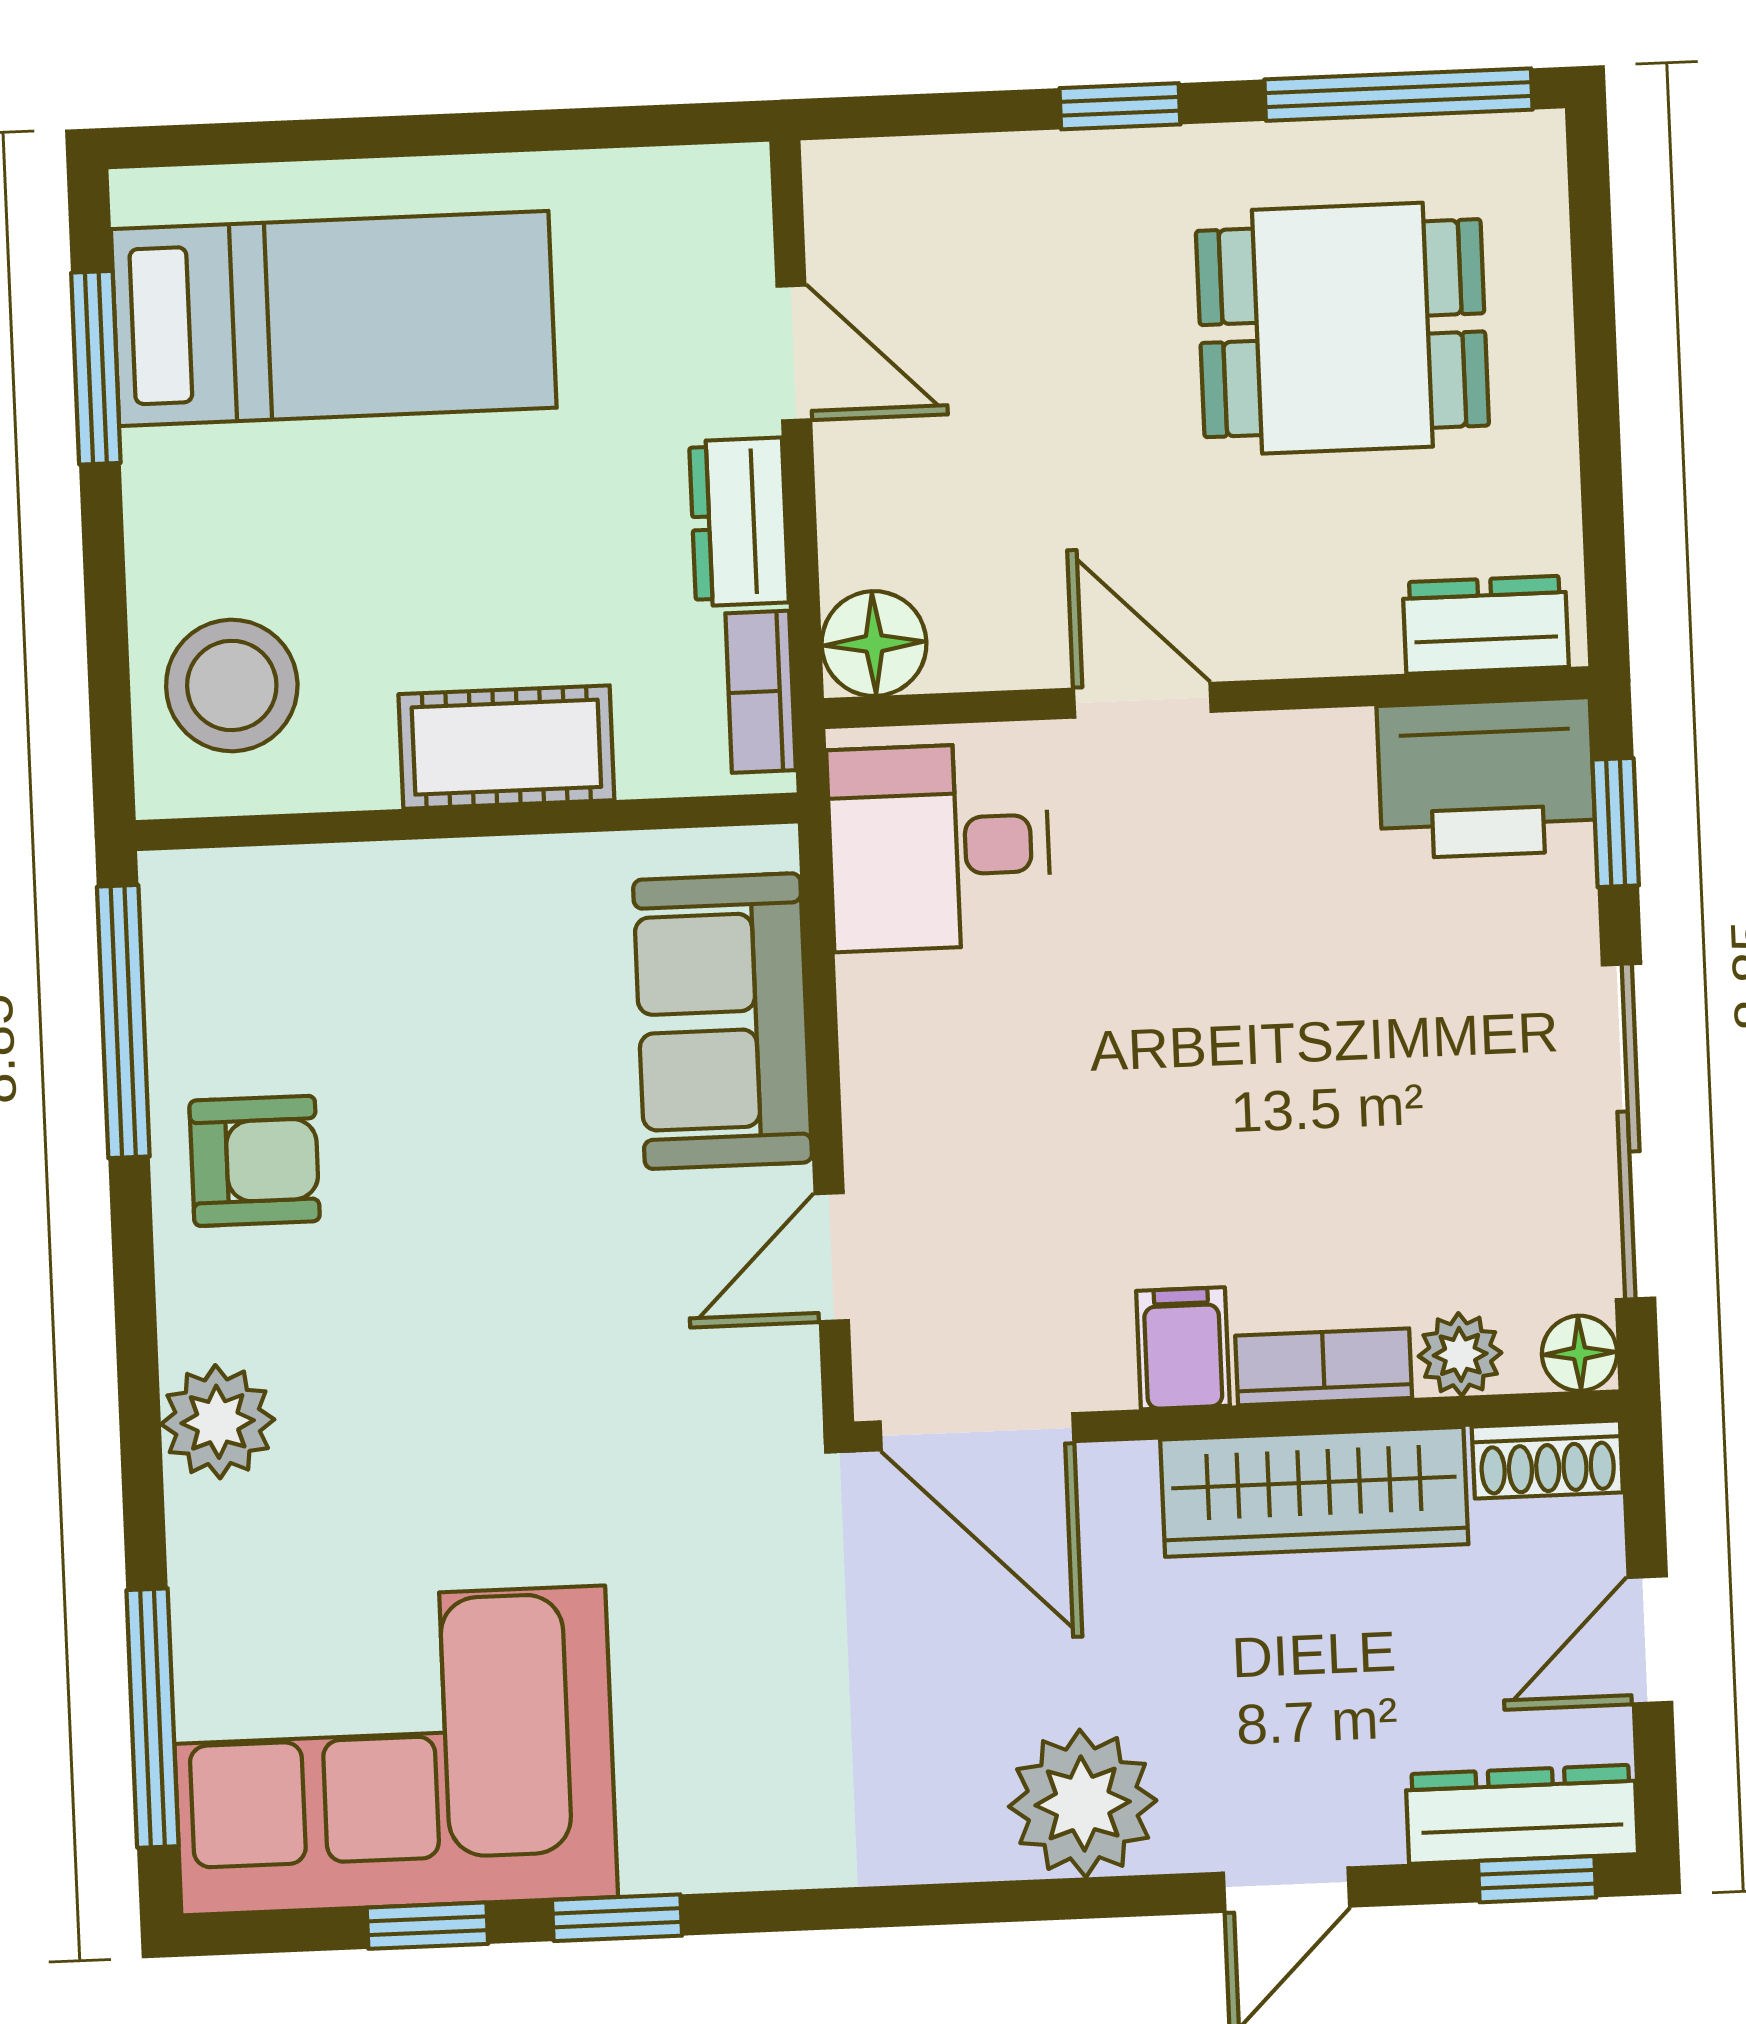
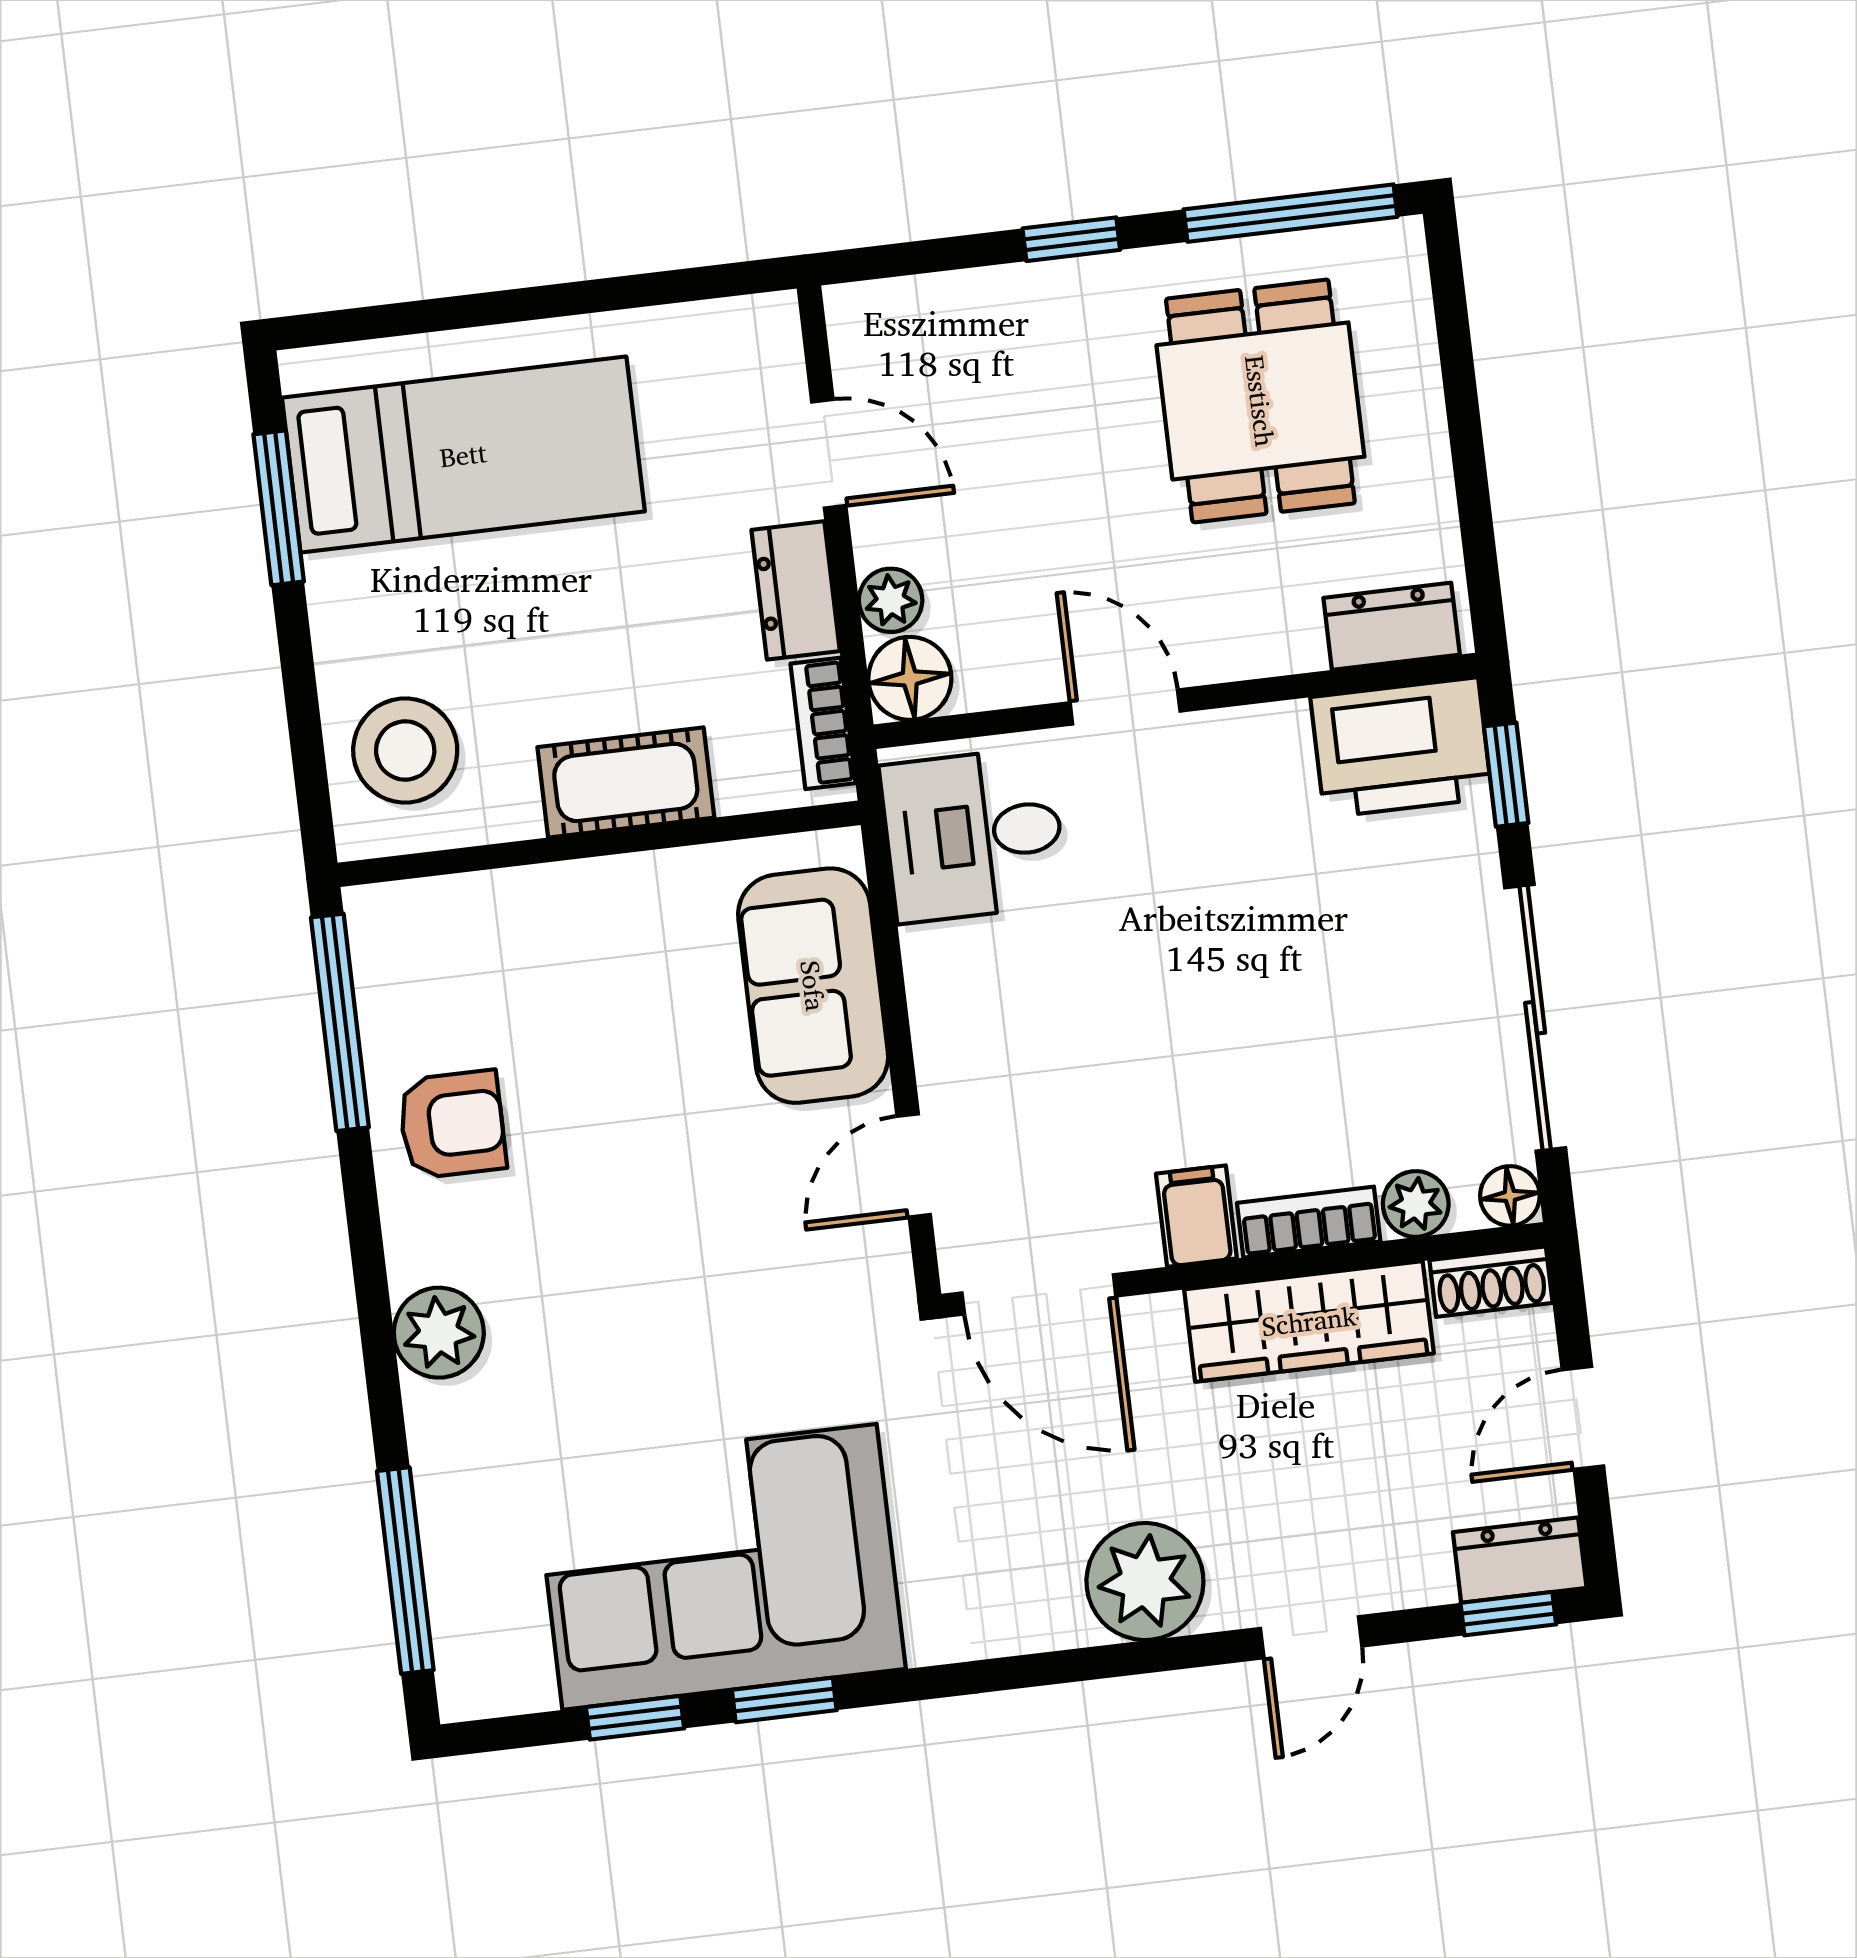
dining table: (1342, 328) -> (1260, 401), turned 90
plant: (857, 543) -> (891, 600), added
corner sofa: (393, 1750) -> (720, 1567), moved
dresser: (1522, 1814) -> (1520, 1560), width x0.70

